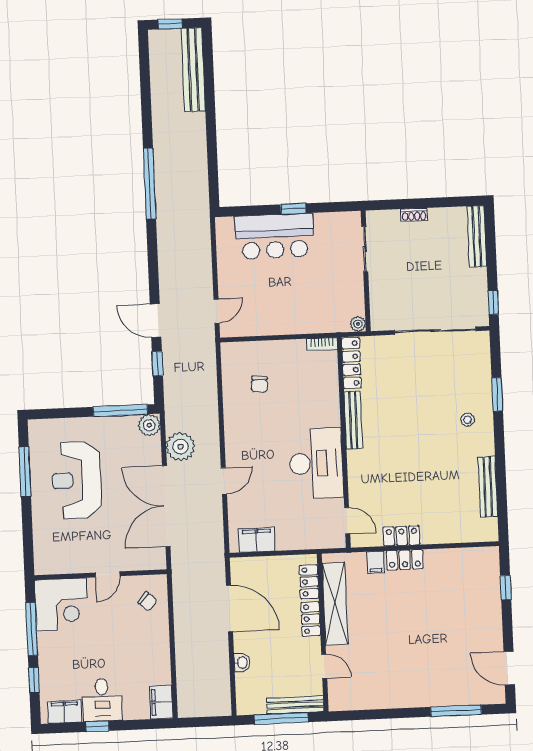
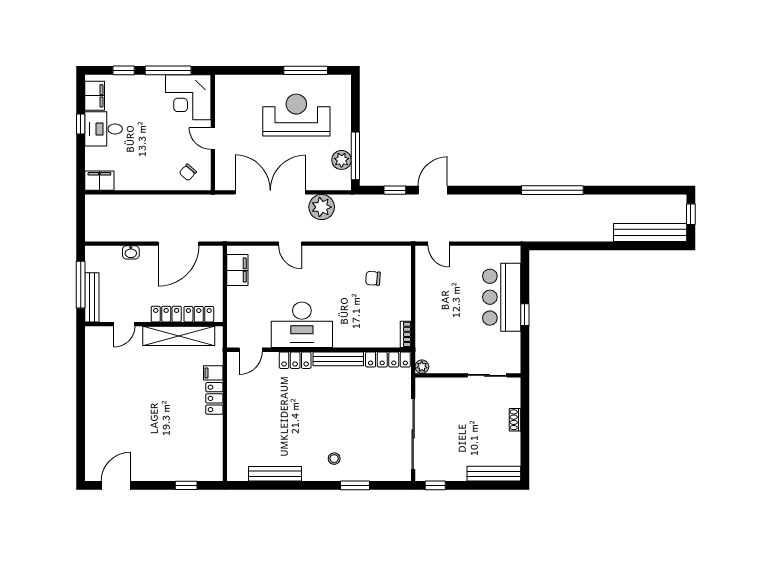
plant: (149, 425) -> (342, 160), moved
locker: (402, 536) -> (295, 360), moved, turned 90
window: (456, 711) -> (81, 438), removed

